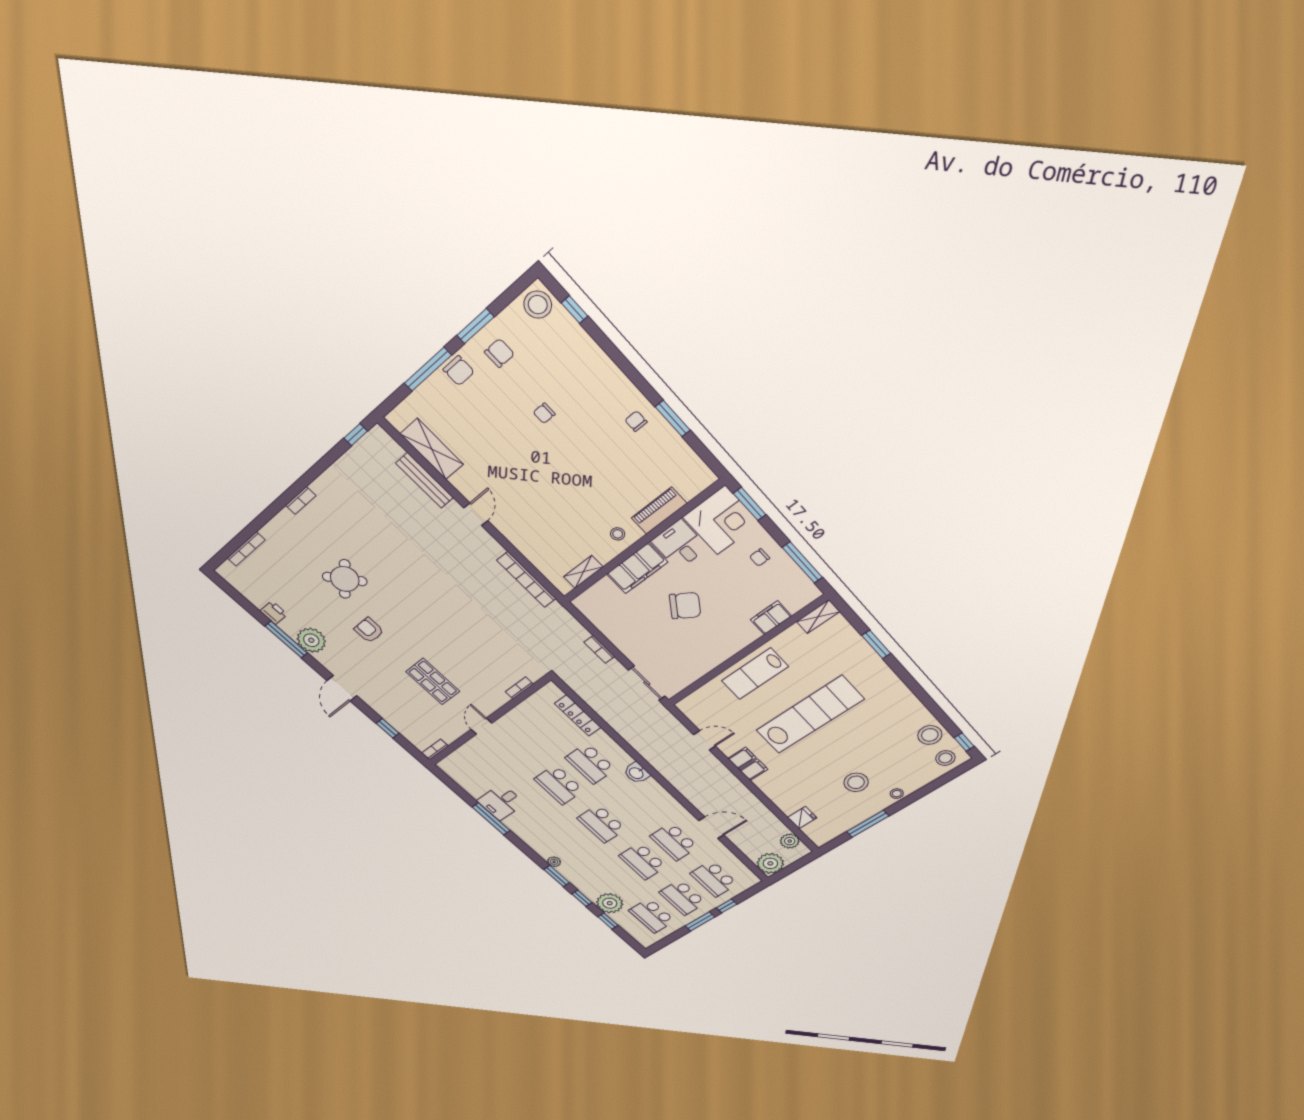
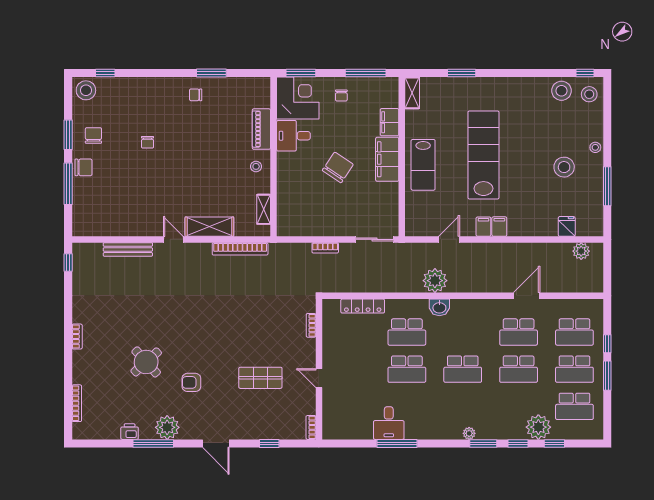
shelving: (432, 449) -> (209, 227), moved
filing cabinet: (637, 568) -> (387, 159), moved, turned 180
plant: (770, 863) -> (435, 281), moved

